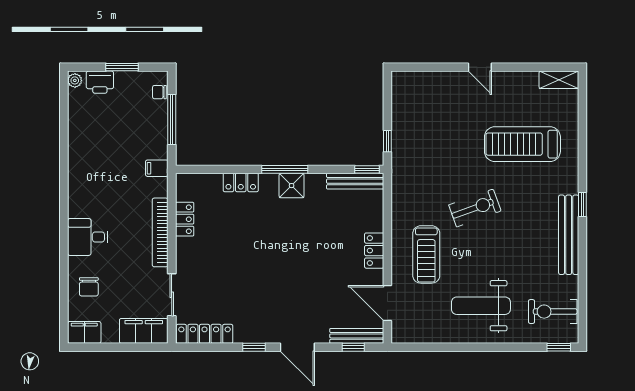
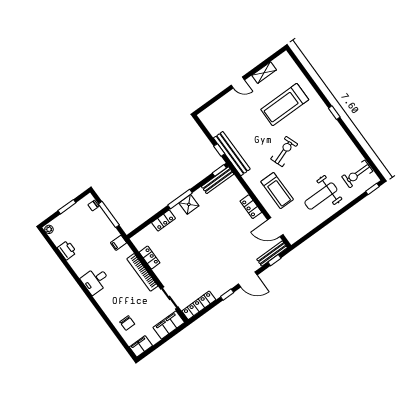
shelving: (559, 80) -> (264, 73), moved
printer: (100, 82) -> (67, 250), moved, turned -90
bench: (569, 235) -> (232, 154), moved
desk: (88, 237) -> (95, 280), moved

